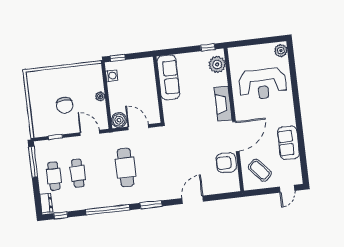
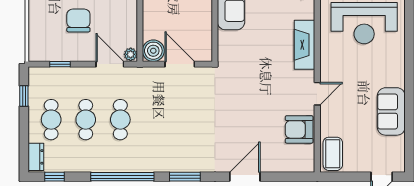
plant: (100, 96) -> (131, 54), moved
chair: (65, 105) -> (78, 20), turned 180
door: (236, 136) -> (317, 94), width x0.53
window: (33, 162) -> (24, 96), width x0.46
cafe table: (126, 168) -> (120, 120), moved, width x0.73, depth x0.74
coffee table: (260, 170) -> (333, 154), moved, turned 40

